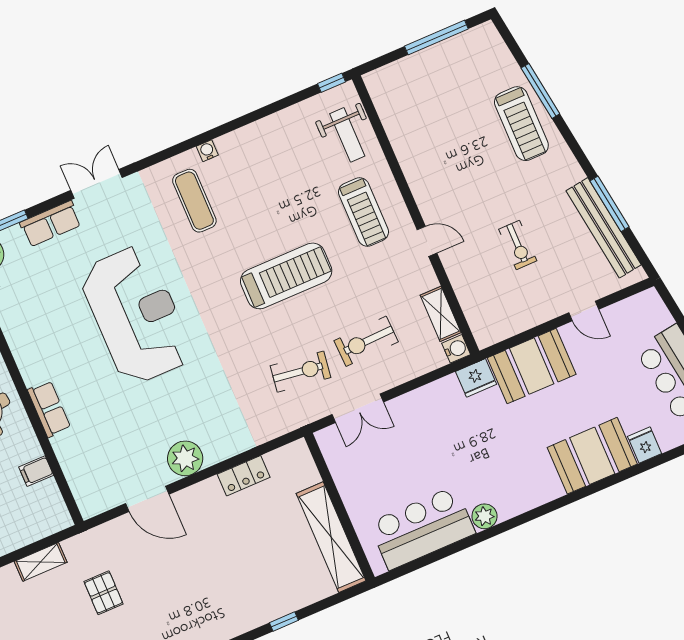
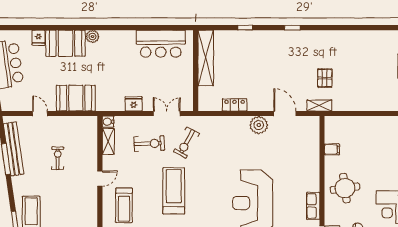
treadmill: (363, 212) -> (124, 205), turned 180
door: (427, 241) -> (100, 179), swing flipped
treadmill: (286, 276) -> (174, 191), turned 90
exercise bike: (301, 372) -> (186, 143), turned -69
fridge: (476, 378) -> (134, 104), moved
row of seats: (49, 409) -> (313, 206), moved
plant: (484, 516) -> (92, 37), moved
shelving: (41, 562) -> (319, 105), moved

